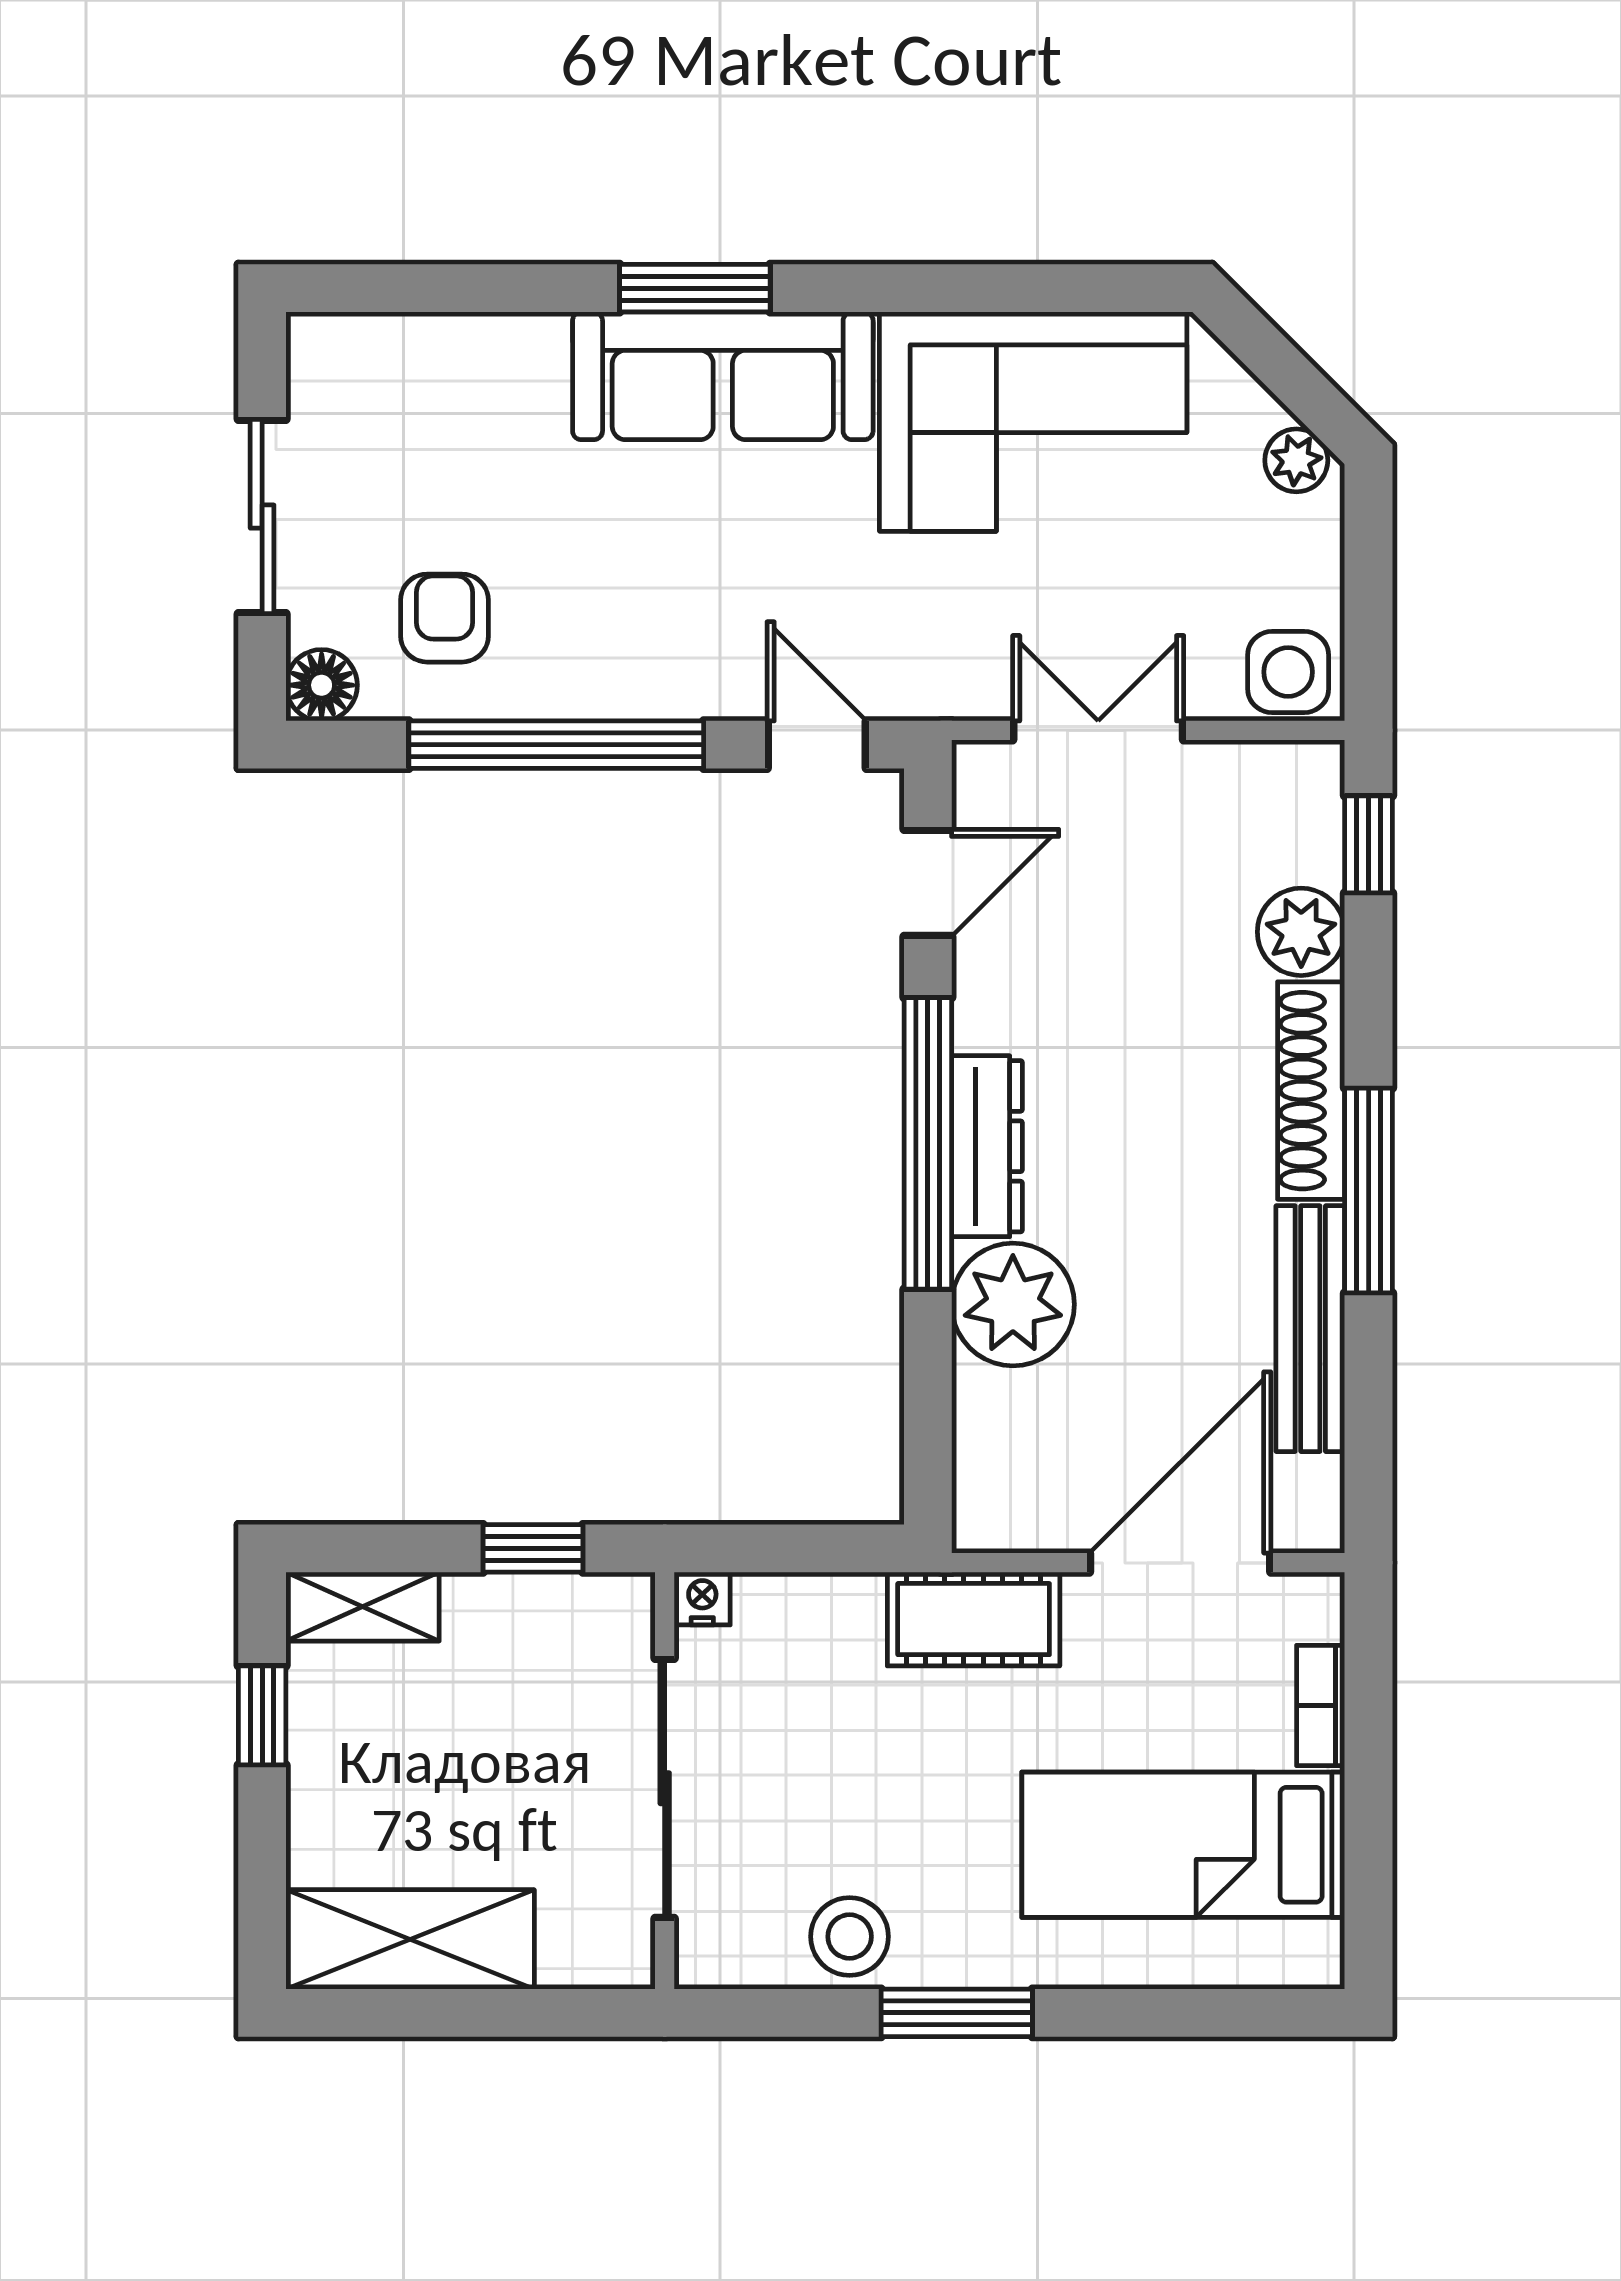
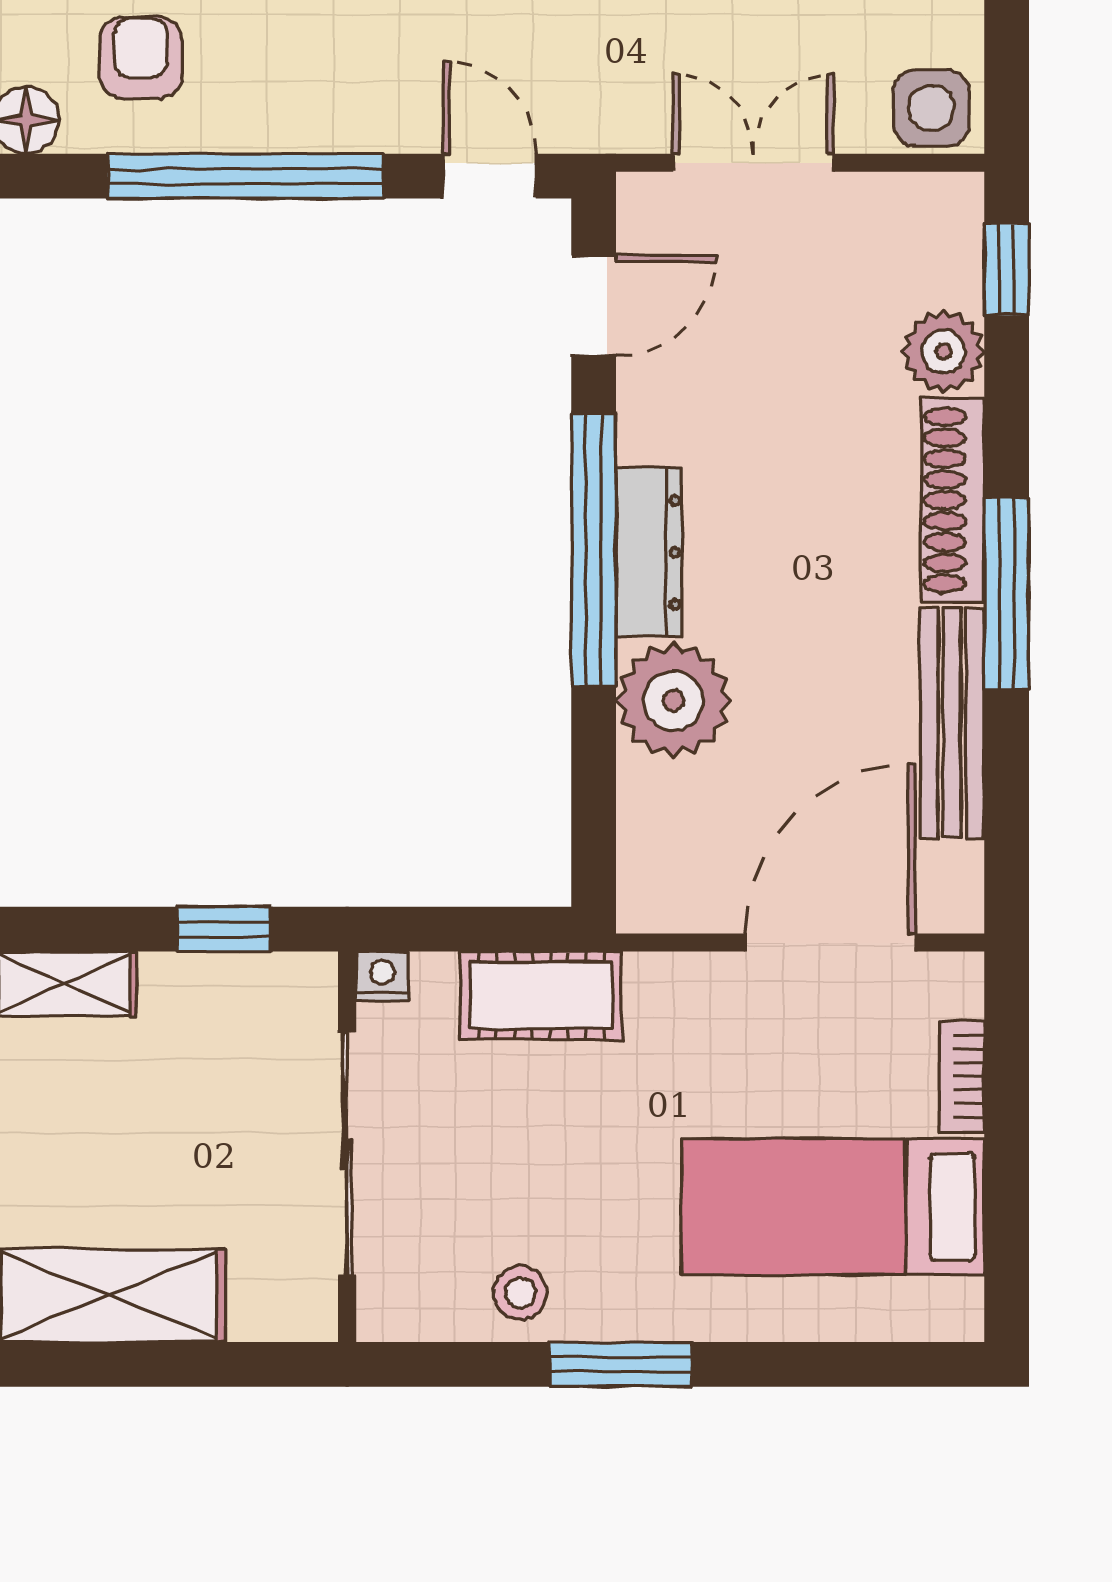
cot: (974, 1619) -> (541, 995), moved
stool: (850, 1937) -> (520, 1293), width x0.73, depth x0.73

